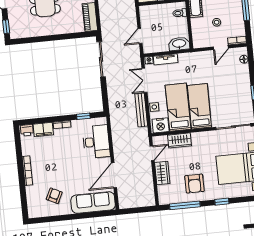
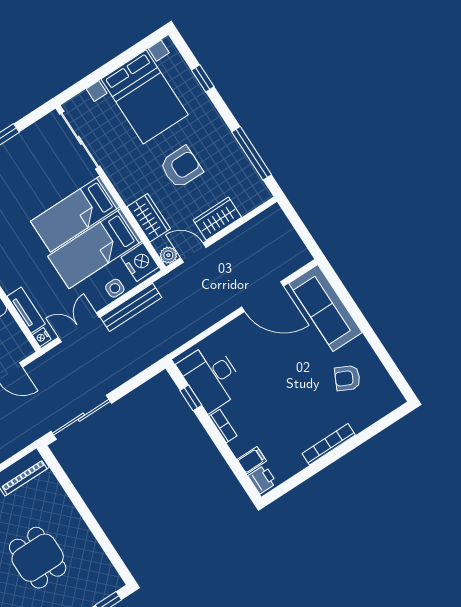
double door: (145, 80) -> (79, 327), swing flipped
filing cabinet: (43, 129) -> (252, 460), width x0.50
plant: (157, 141) -> (168, 255), added
desk: (96, 142) -> (211, 377), moved, turned -90
armchair: (194, 184) -> (181, 167), moved
window: (222, 202) -> (203, 78), moved

